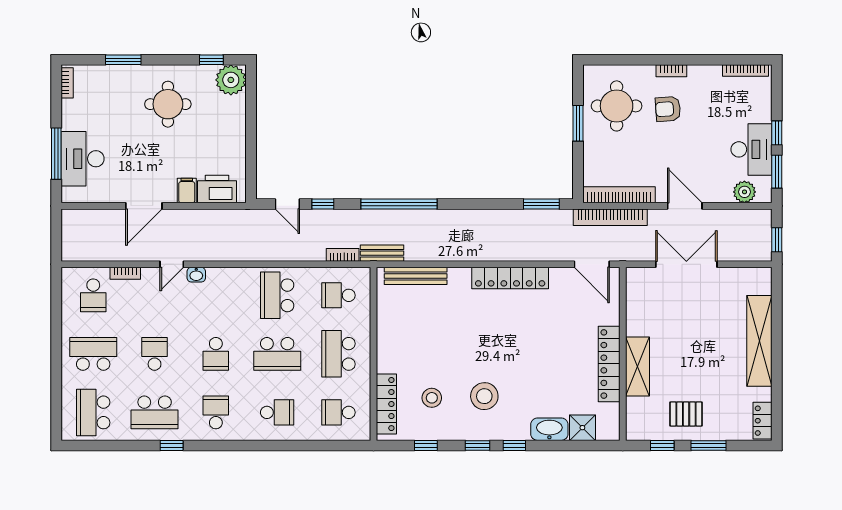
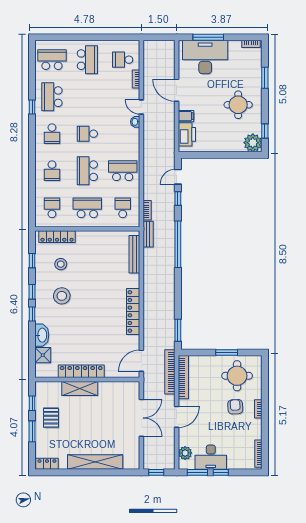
desk: (83, 159) -> (205, 57), width x1.36, depth x1.30
school desk: (155, 354) -> (87, 97), removed
school desk: (216, 412) -> (52, 134), turned 90

